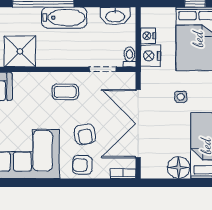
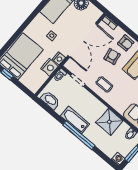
nightstand: (148, 36) -> (59, 59), moved

